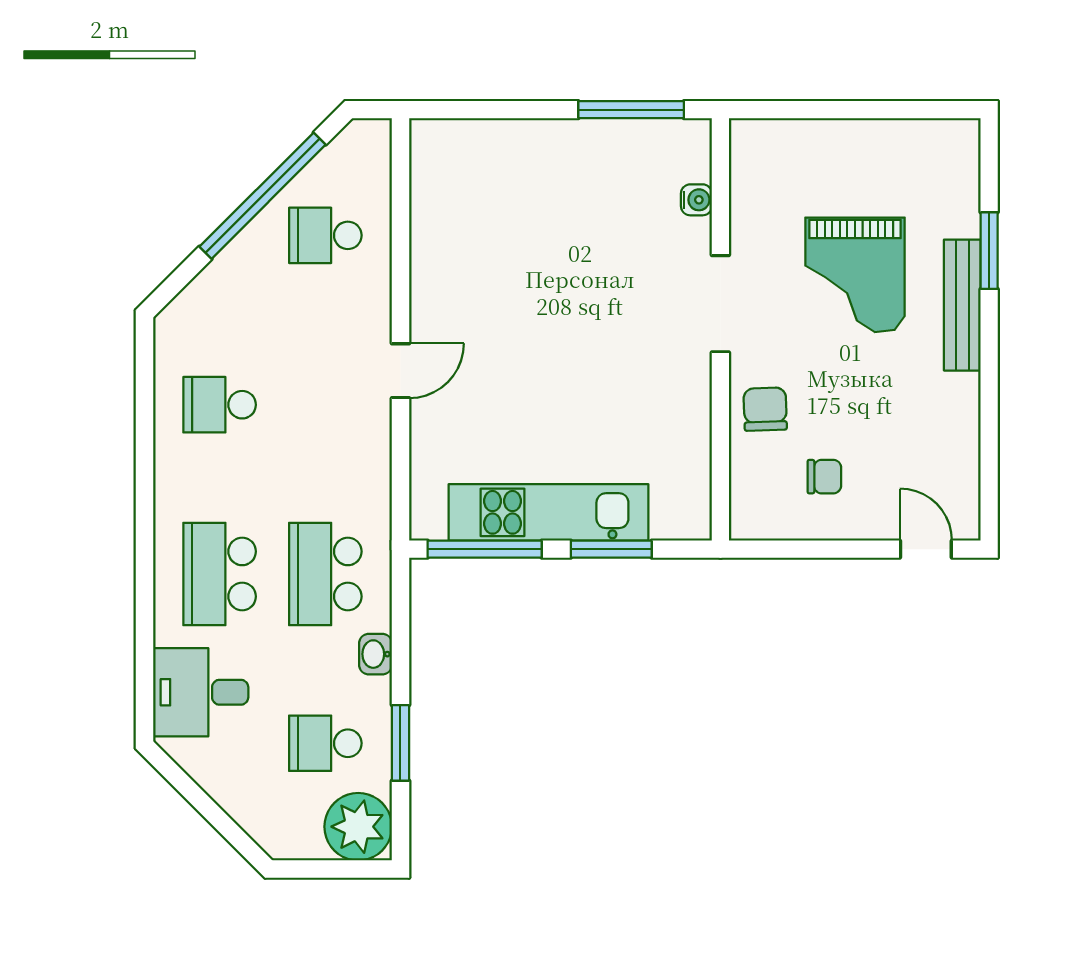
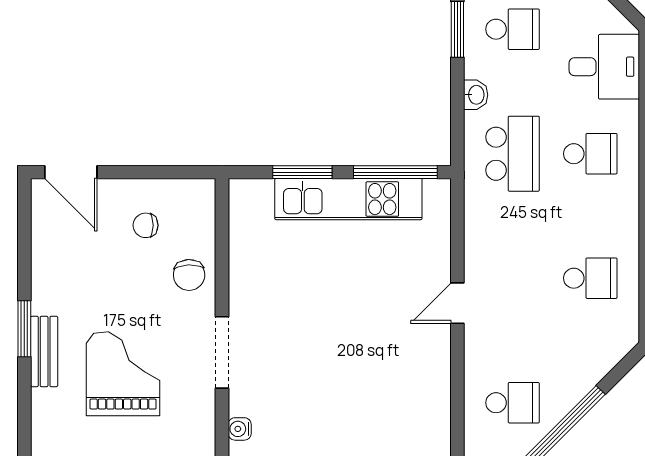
window: (989, 251) -> (24, 329), moved
bench: (962, 305) -> (44, 351), width x0.73
door: (926, 549) -> (71, 172), width x1.38
school desk: (220, 574) -> (590, 154), width x0.54

